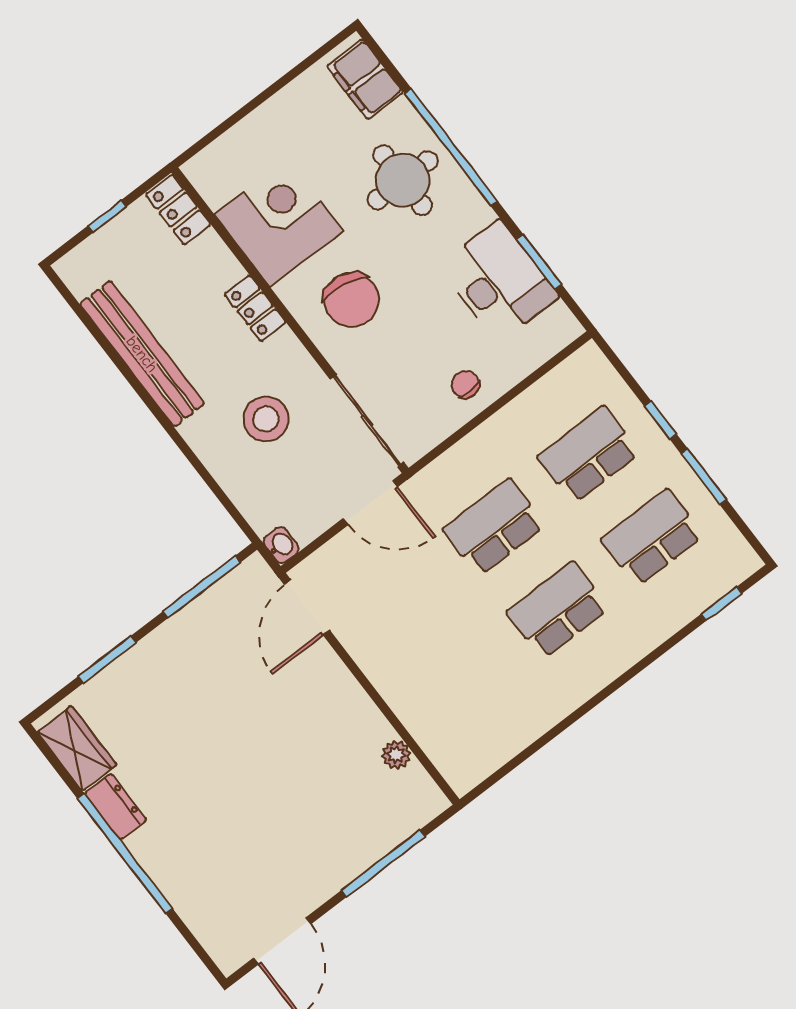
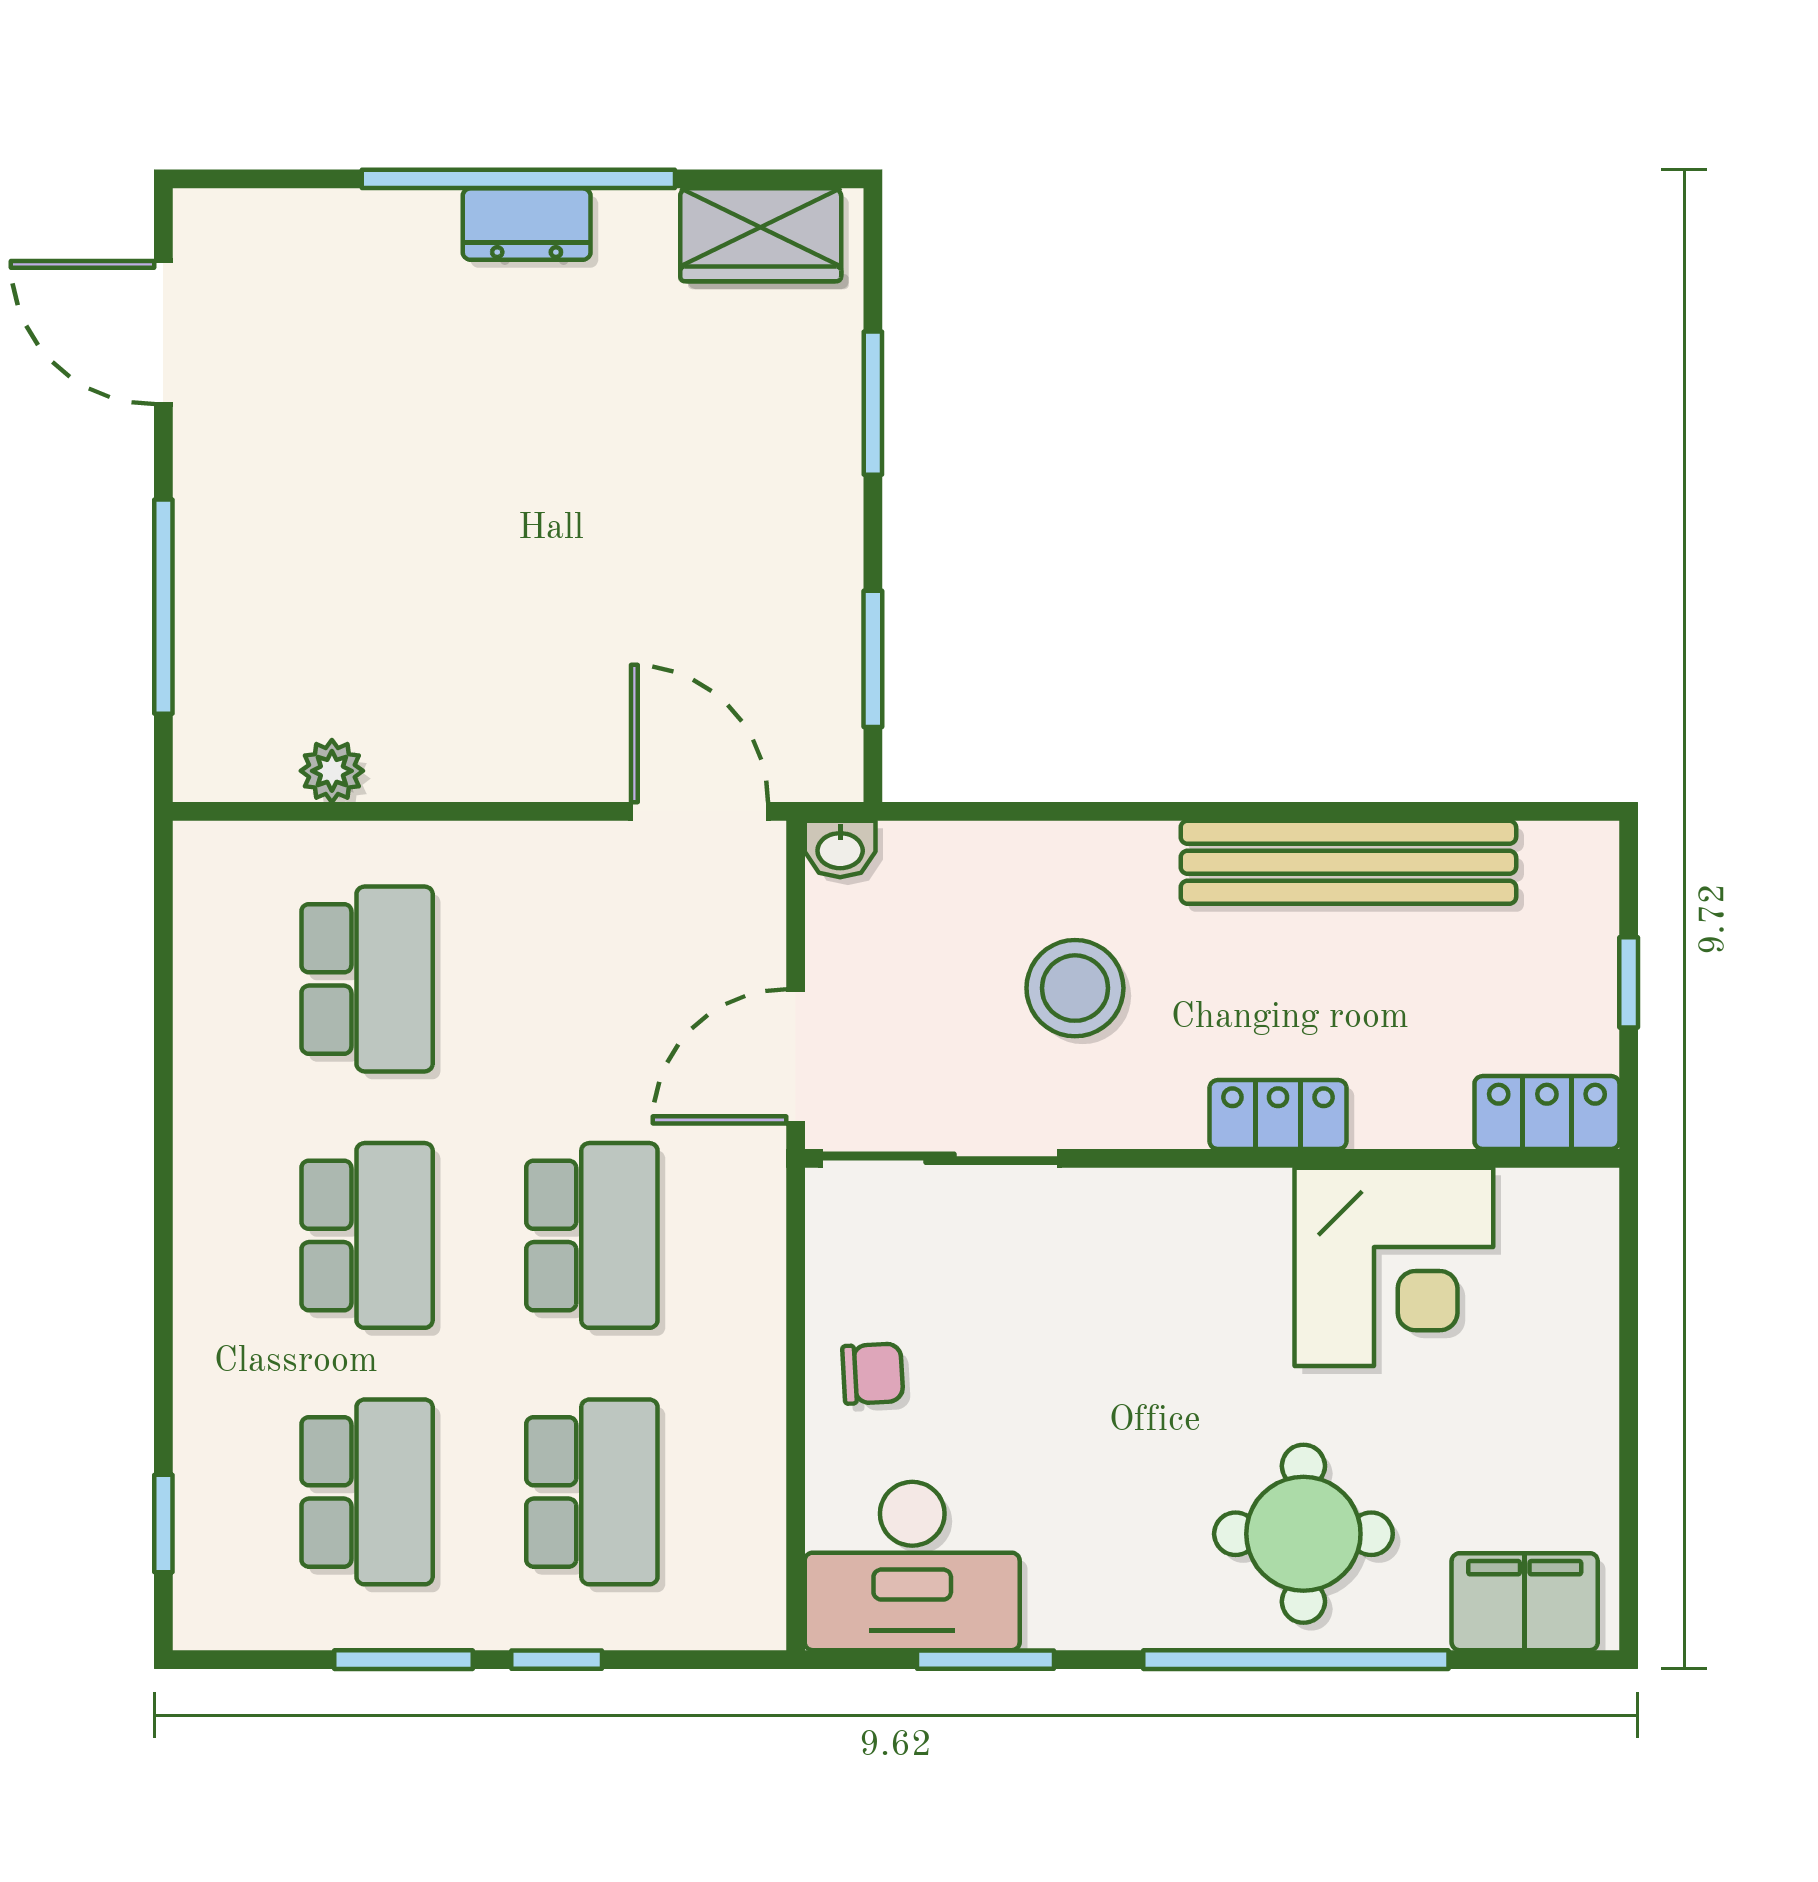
desk: (499, 281) -> (912, 1566), moved
chair: (351, 300) -> (1166, 1290), removed
window: (202, 587) -> (873, 659), width x0.69
school desk: (463, 683) -> (367, 979), added
dresser: (116, 807) -> (527, 224), moved

